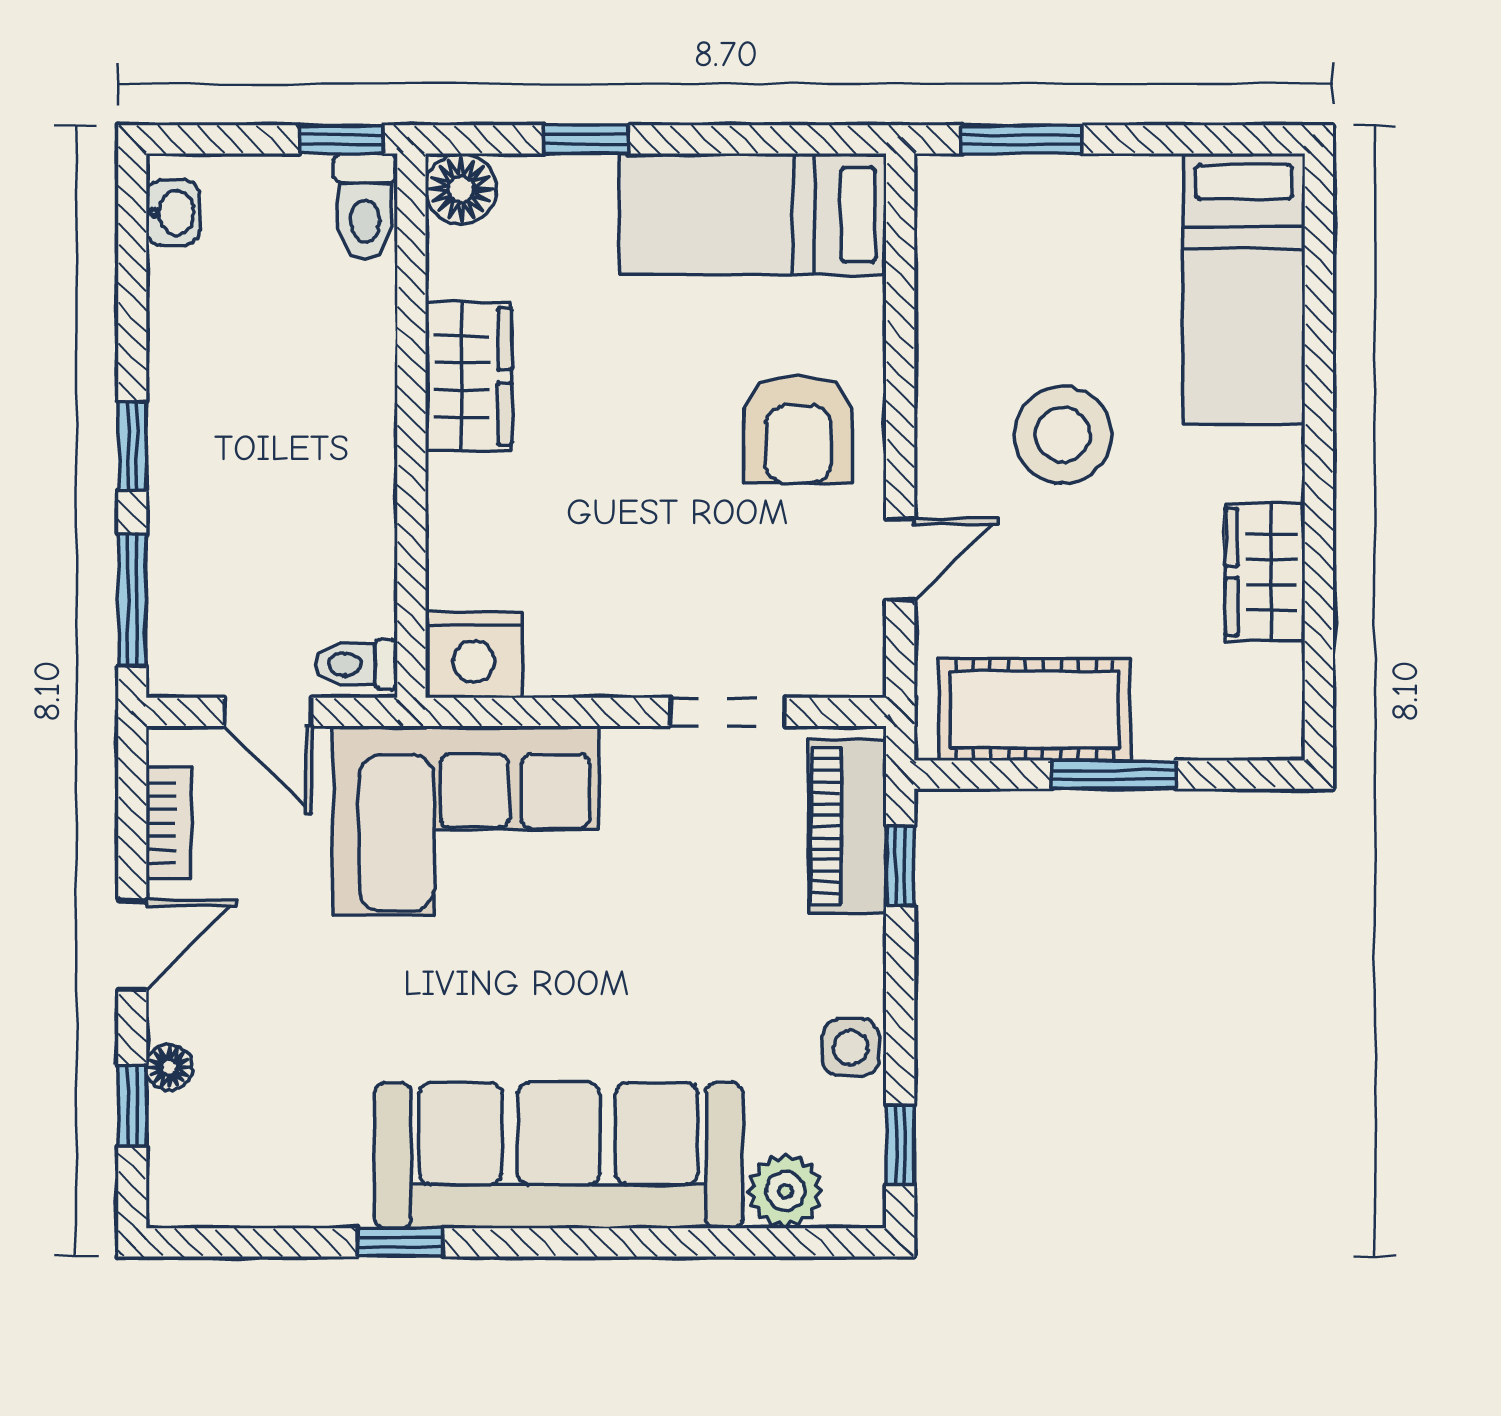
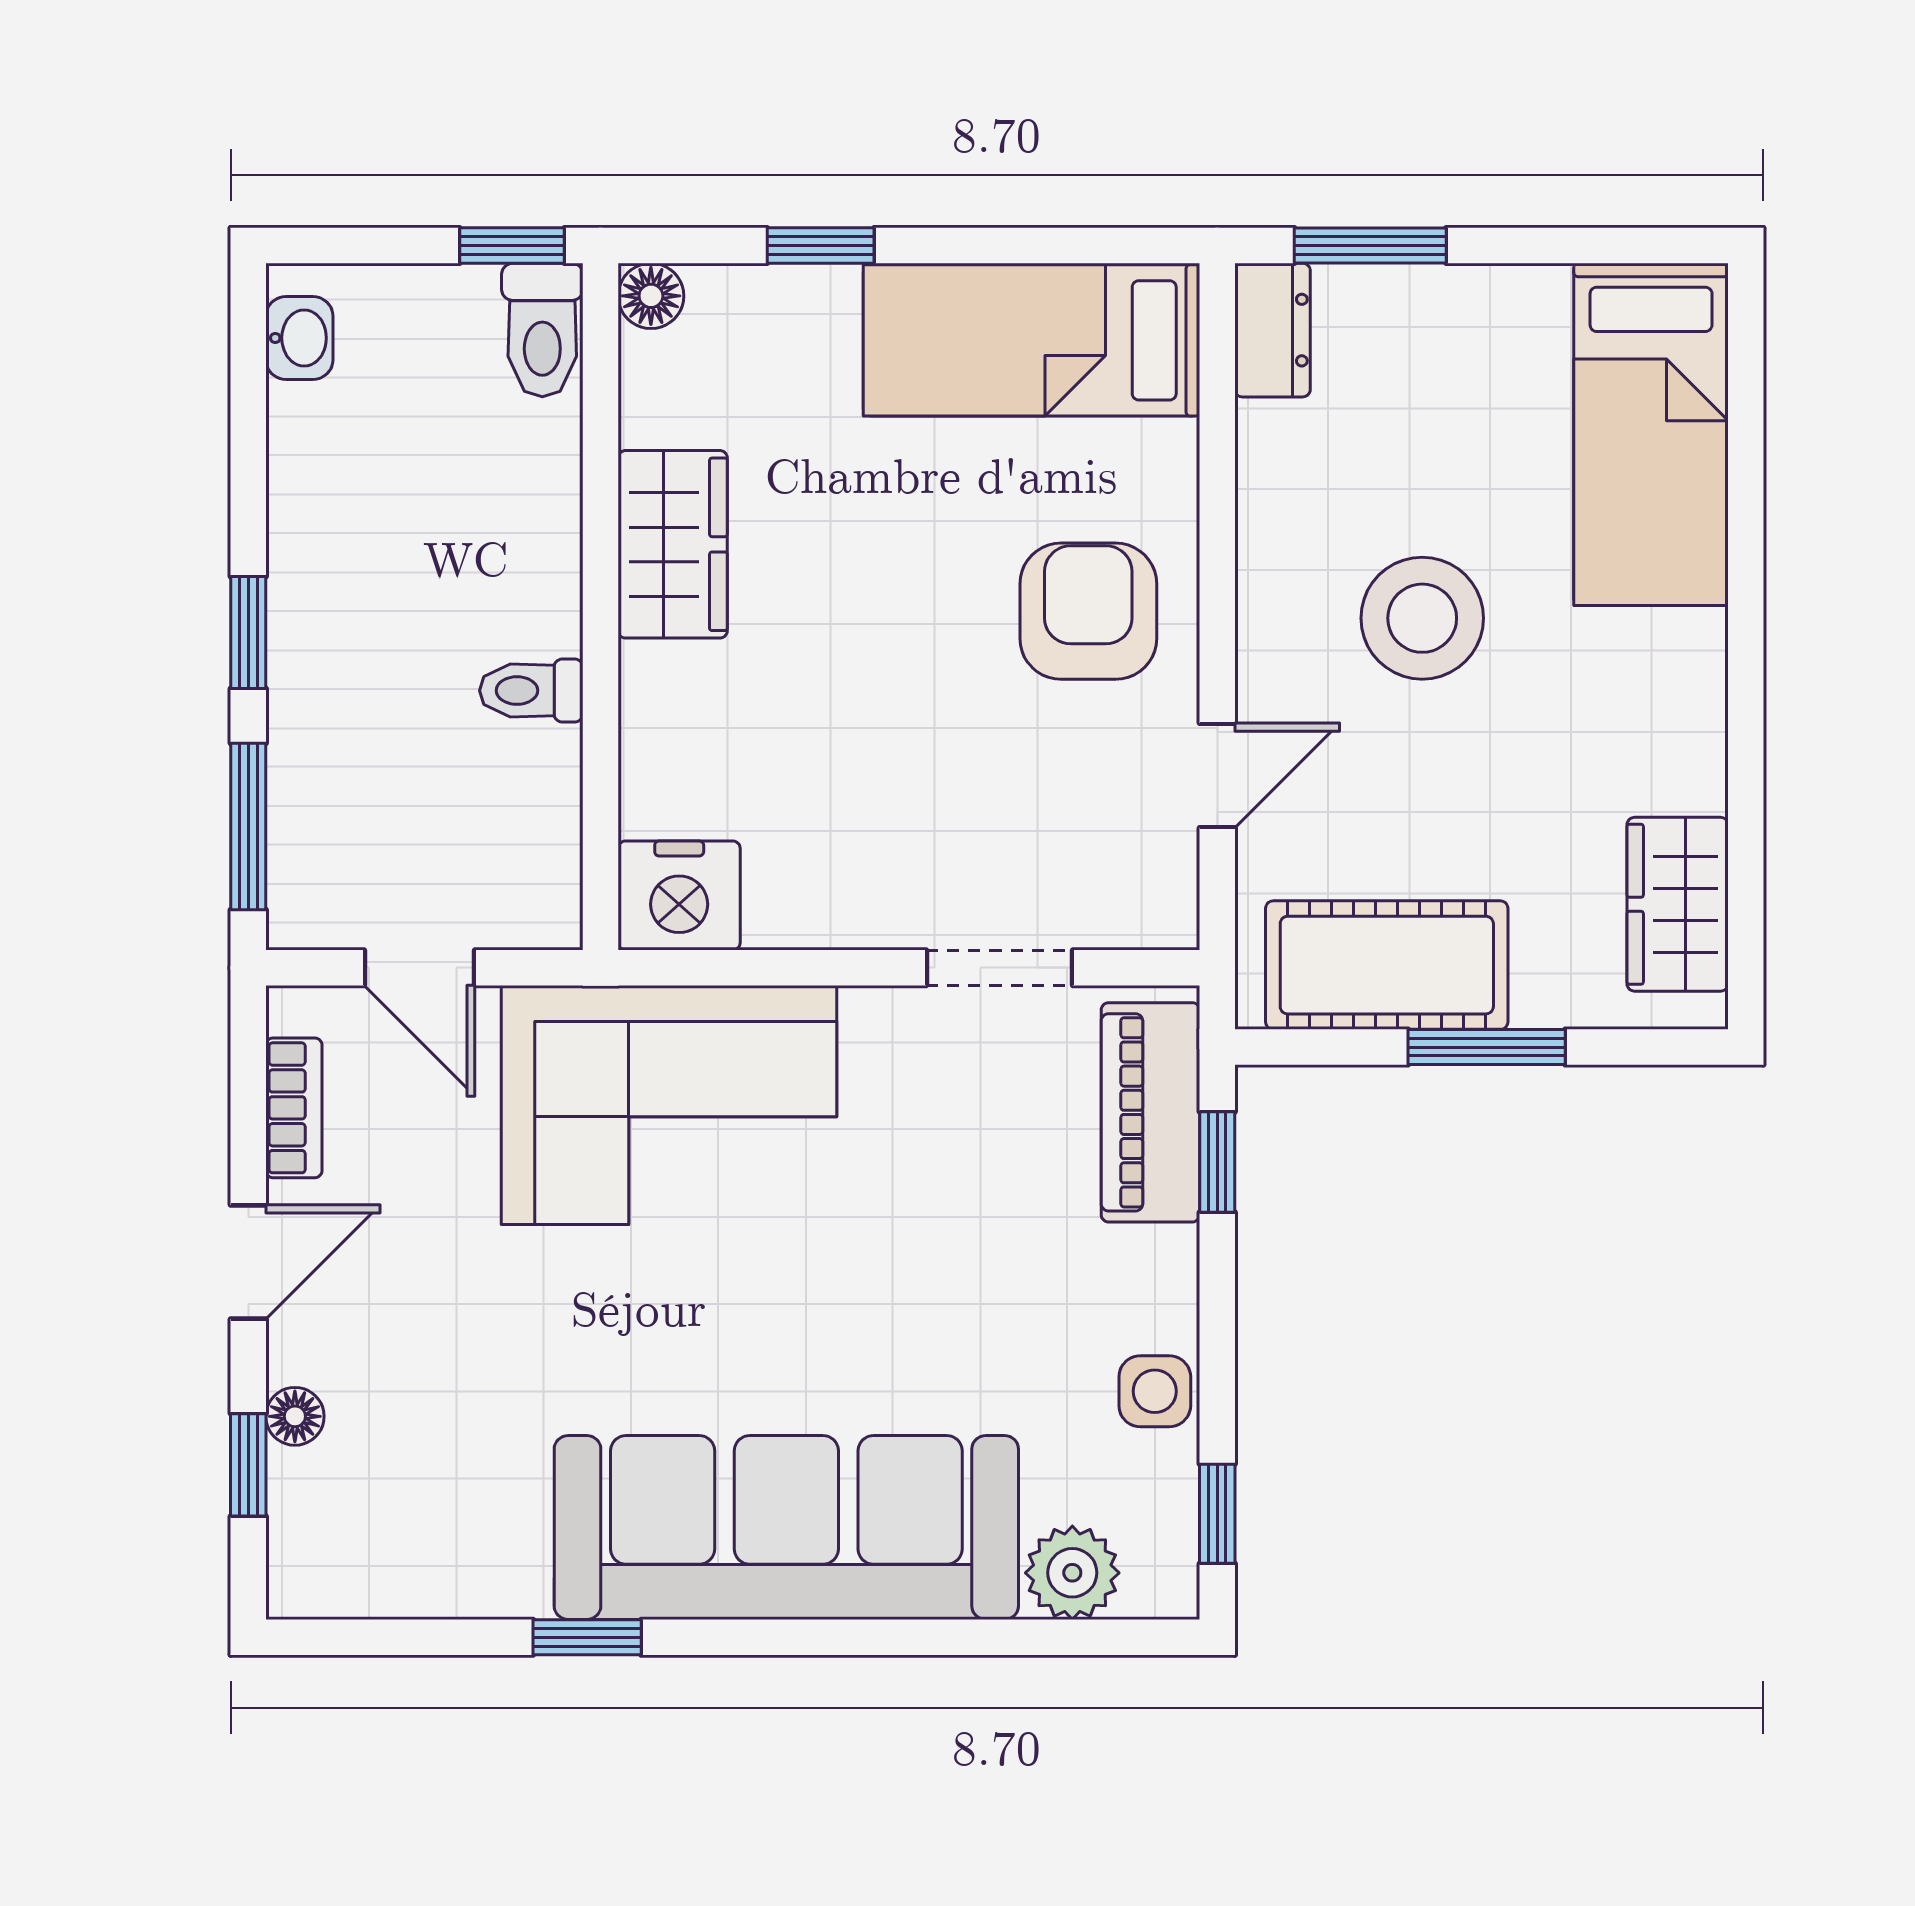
floor lamp: (461, 189) -> (651, 296), width x0.73, depth x0.73
dresser: (944, 206) -> (1272, 330), added
armchair: (798, 429) -> (1088, 611), turned 180
wardrobe: (1265, 572) -> (1678, 904), moved
toilet: (357, 664) -> (531, 691), moved

